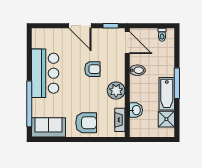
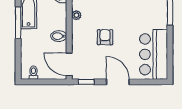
armchair: (92, 69) -> (105, 37), turned 90
bar counter: (45, 73) -> (154, 54), moved
plant: (116, 91) -> (76, 15), width x0.53, depth x0.53

